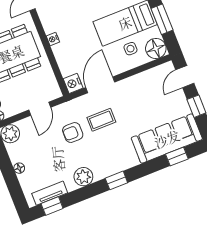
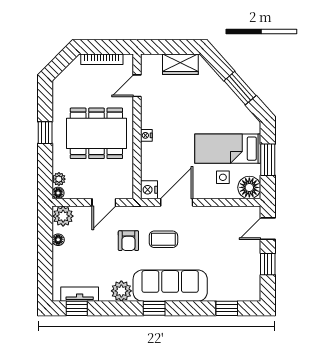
armchair: (73, 132) -> (128, 241), turned -90
sofa: (167, 139) -> (170, 286), moved
floor lamp: (19, 168) -> (58, 240), moved

